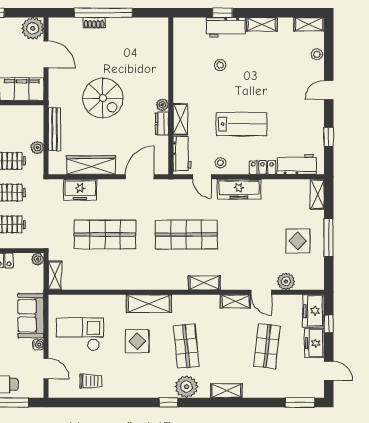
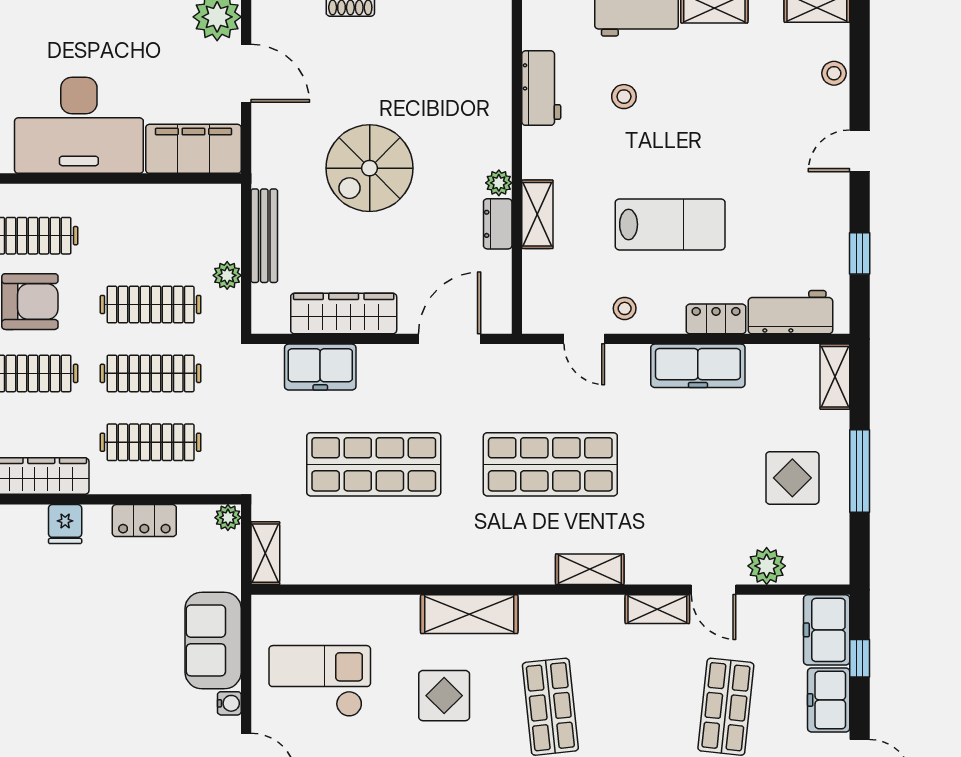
spiral stairs: (103, 98) -> (370, 168), turned 90
workbench: (182, 154) -> (541, 88), moved
freezer: (239, 189) -> (698, 366), moved

